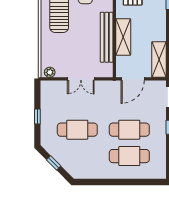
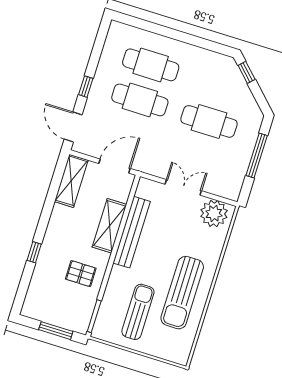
plant: (50, 72) -> (214, 213), width x1.87, depth x1.87
window: (37, 116) -> (257, 156), width x2.17
window: (54, 163) -> (247, 72), moved

